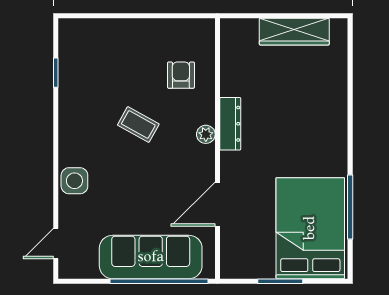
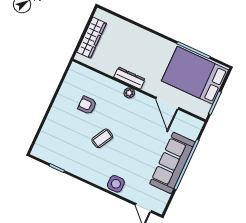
dresser: (230, 124) -> (130, 78), moved
plant: (206, 134) -> (129, 93), moved
wall: (217, 148) -> (139, 90), moved
door: (217, 204) -> (167, 103), moved

